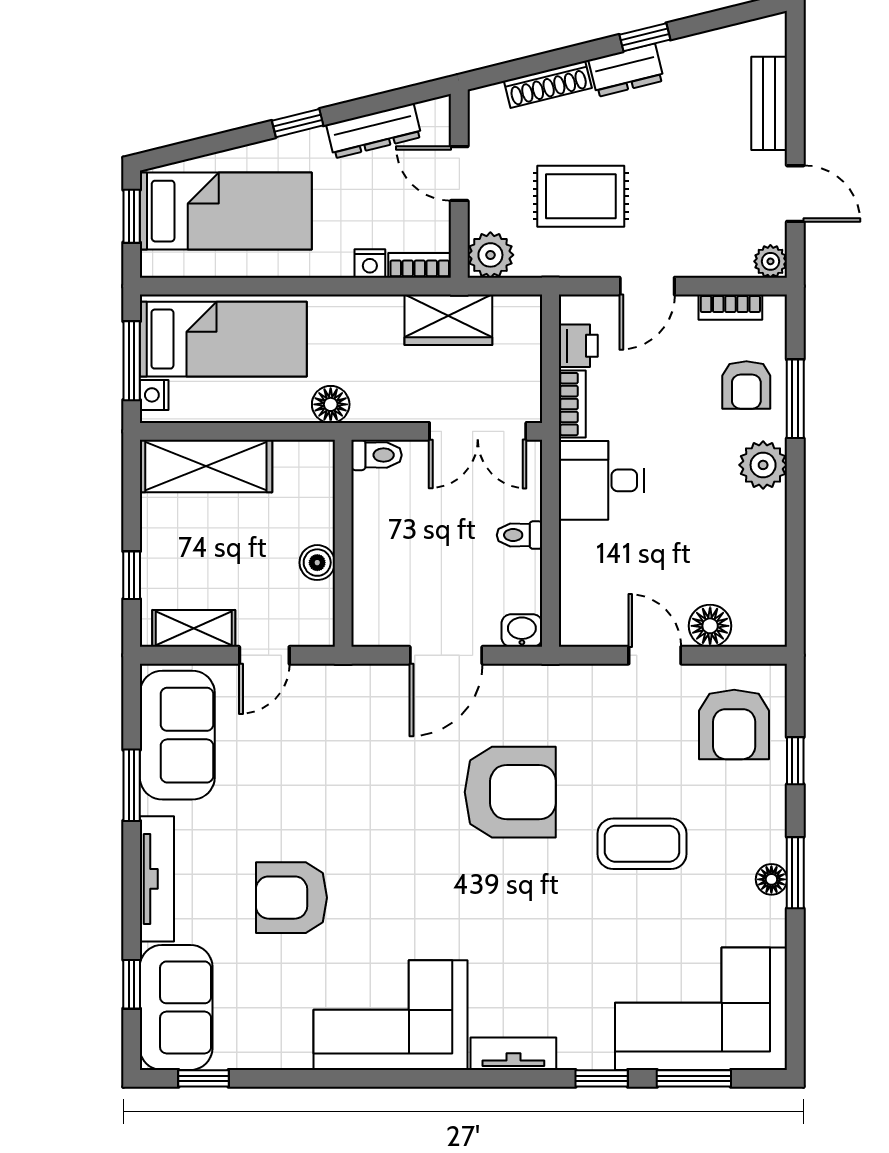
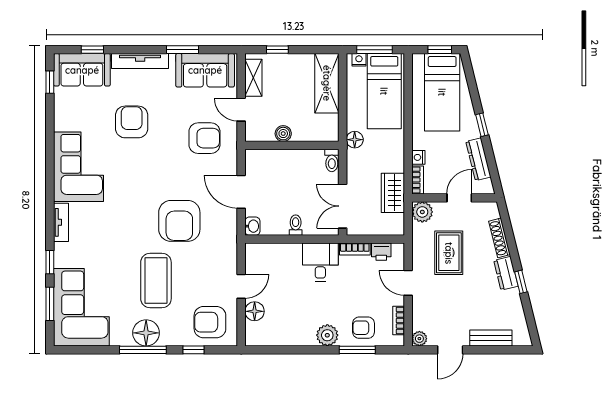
armchair: (327, 736) -> (204, 138), added
coffee table: (642, 844) -> (156, 280), width x1.36, depth x1.32
window: (795, 873) -> (143, 350), width x1.44
floor lamp: (771, 879) -> (146, 333), width x1.89, depth x1.89

